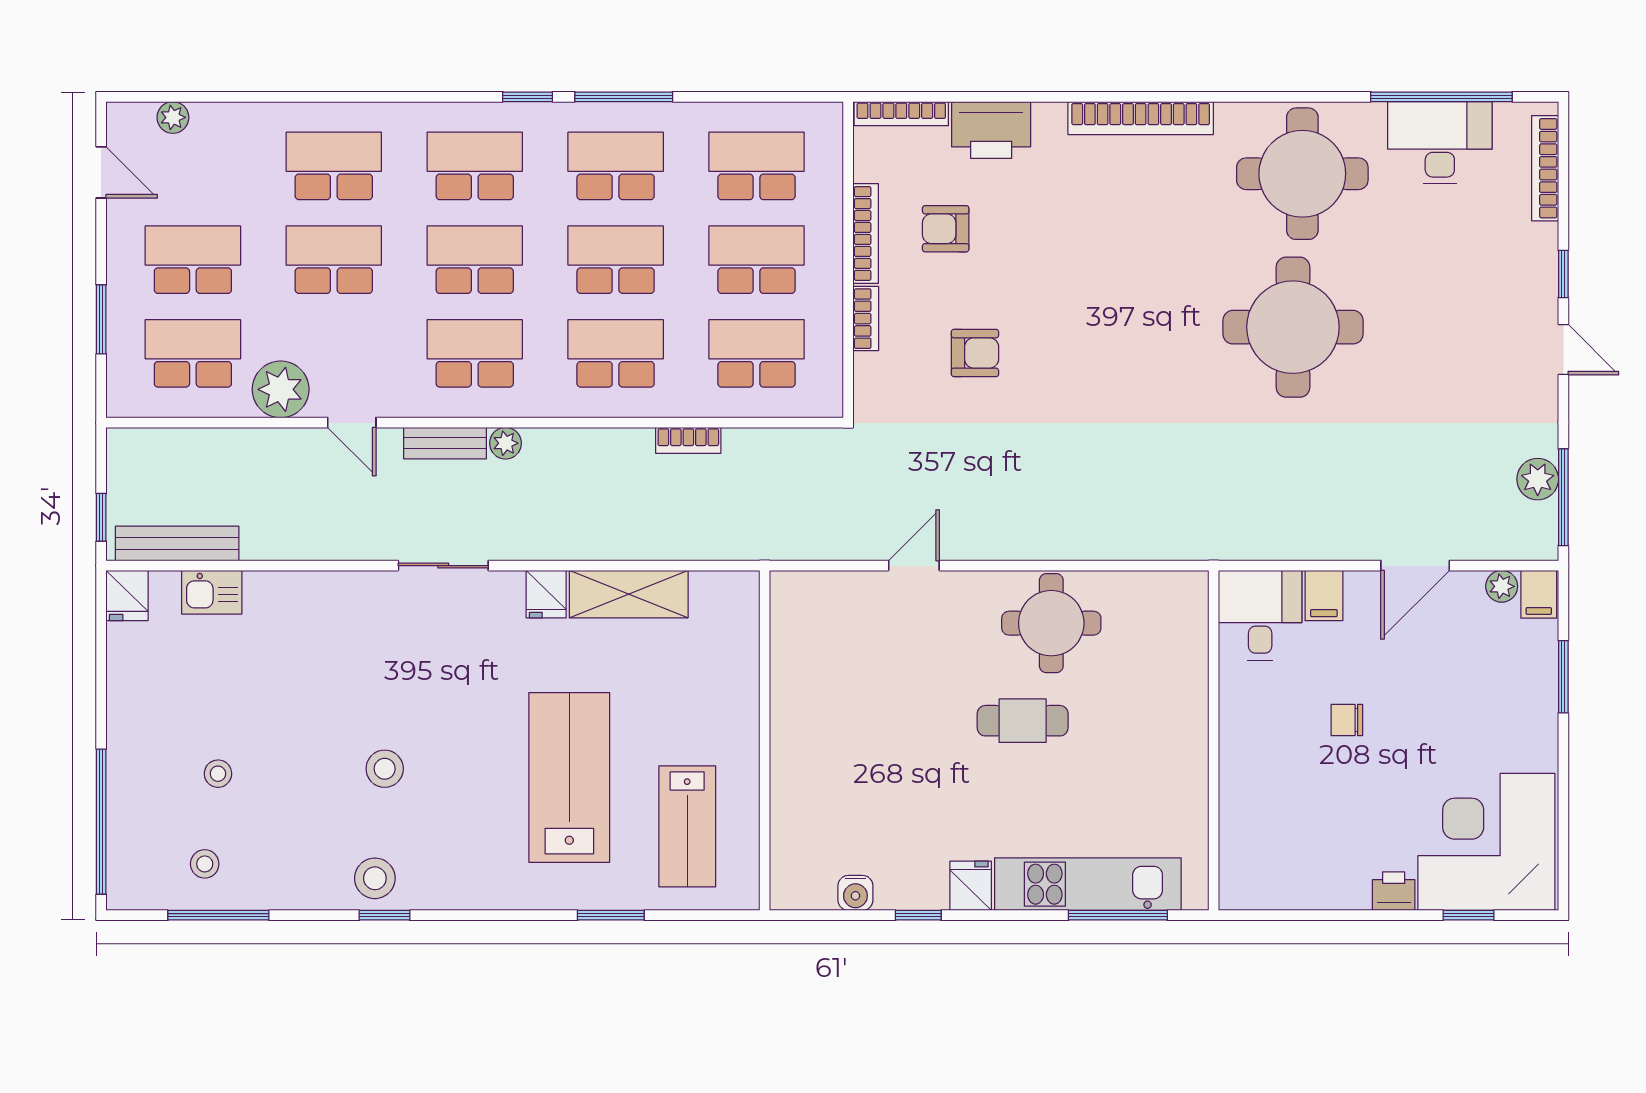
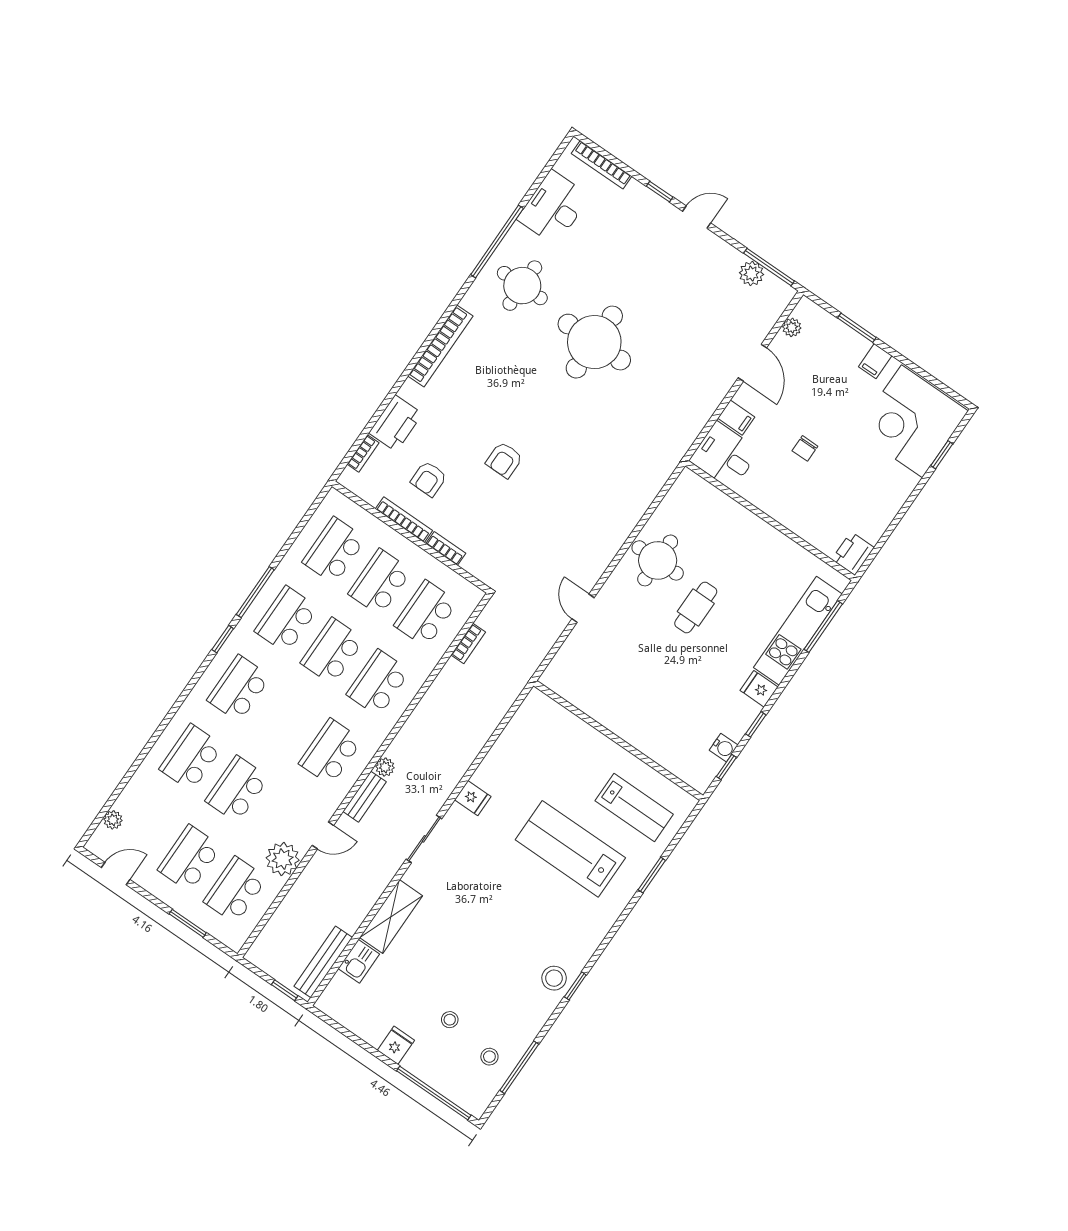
window: (1441, 97) -> (497, 241), moved
bookcase: (901, 114) -> (363, 453), width x0.64
round table: (1302, 174) -> (522, 286), width x0.73, depth x0.73
school desk: (475, 260) -> (285, 720), removed
armchair: (975, 353) -> (504, 460), moved, turned 180
bookcase: (688, 440) -> (468, 644), moved
shelving: (629, 594) -> (391, 917), moved
filing cabinet: (1539, 594) -> (875, 361), moved, turned 90
fridge: (127, 595) -> (396, 1045), moved, turned -90
stool: (385, 769) -> (504, 936), removed
printer: (1394, 891) -> (853, 553), moved, width x1.36, depth x1.24
window: (831, 915) -> (726, 767), added

